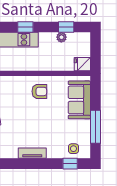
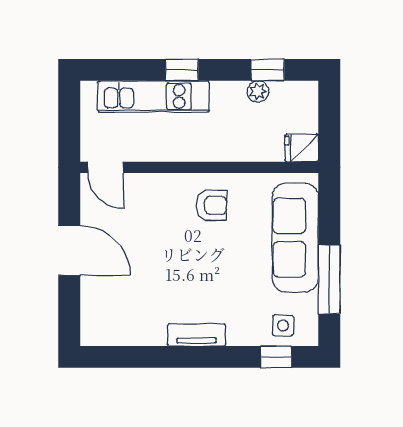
sofa: (79, 100) -> (295, 238), width x1.36

